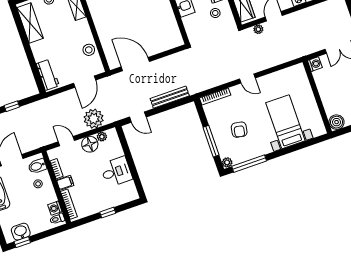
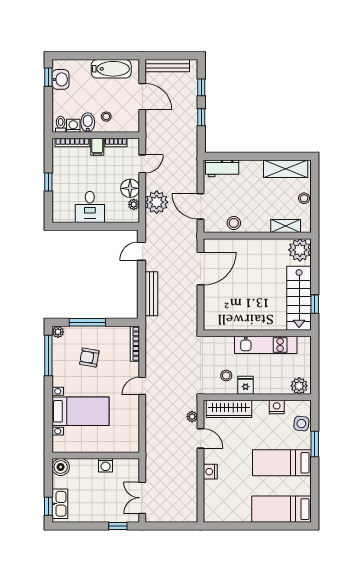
washing machine: (315, 64) -> (106, 465), moved
bidet: (37, 166) -> (88, 122), moved

